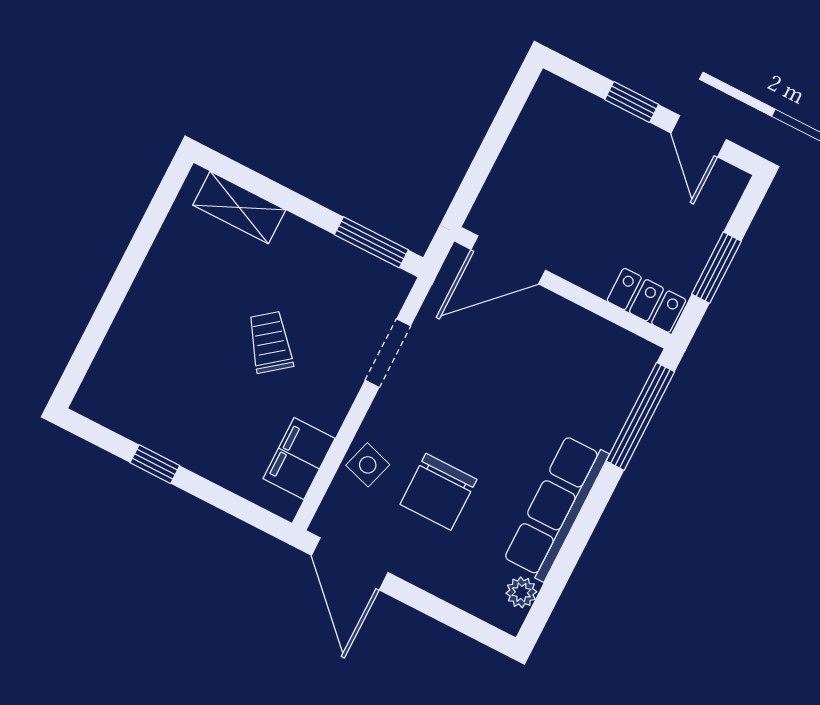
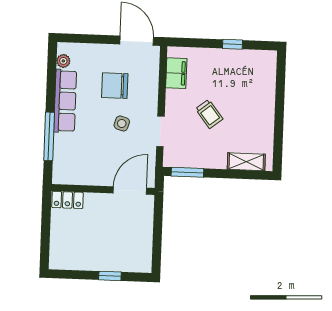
door: (699, 136) -> (77, 275), removed
window: (716, 268) -> (46, 226), removed
window: (640, 416) -> (49, 136), moved
side table: (368, 465) -> (122, 123), moved
chair: (438, 492) -> (115, 86), turned -90

